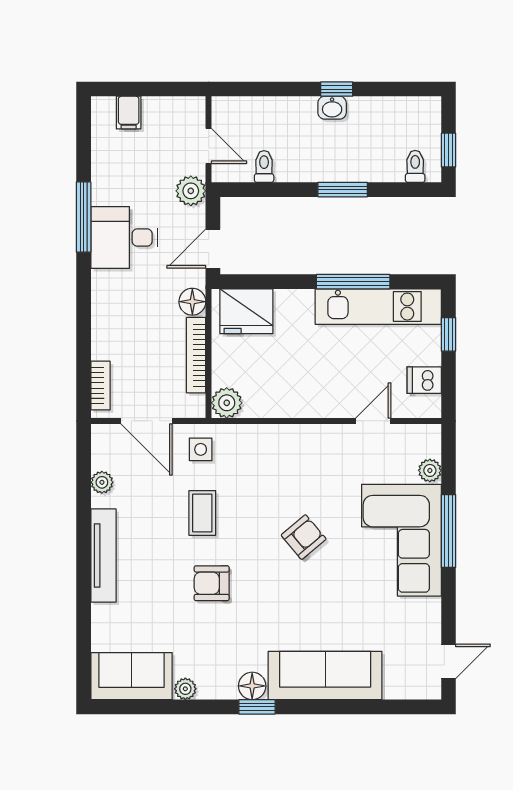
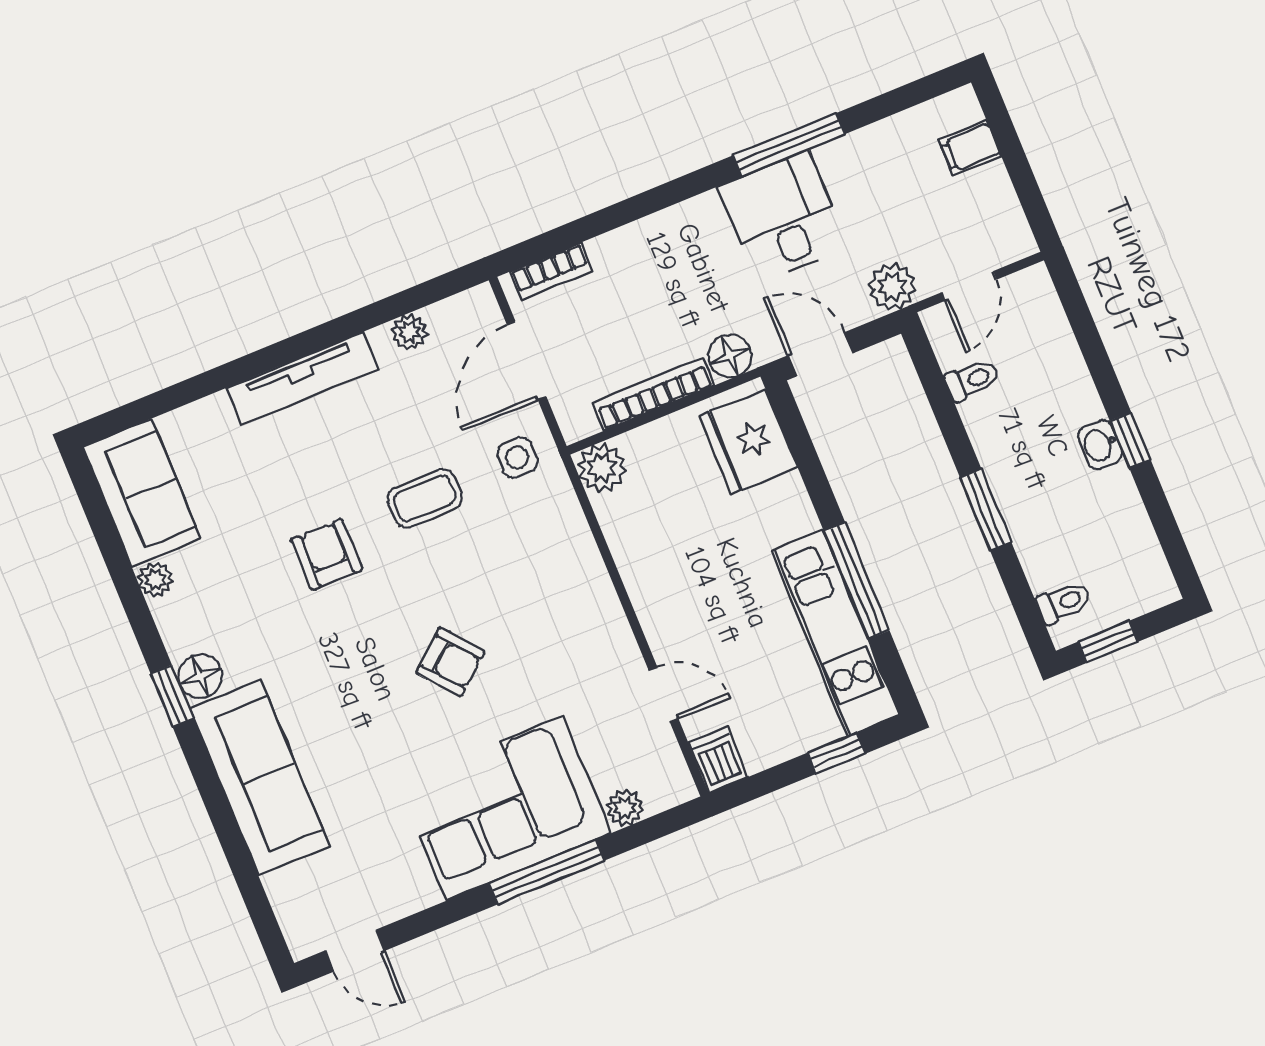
dishwasher: (424, 380) -> (718, 760), moved

